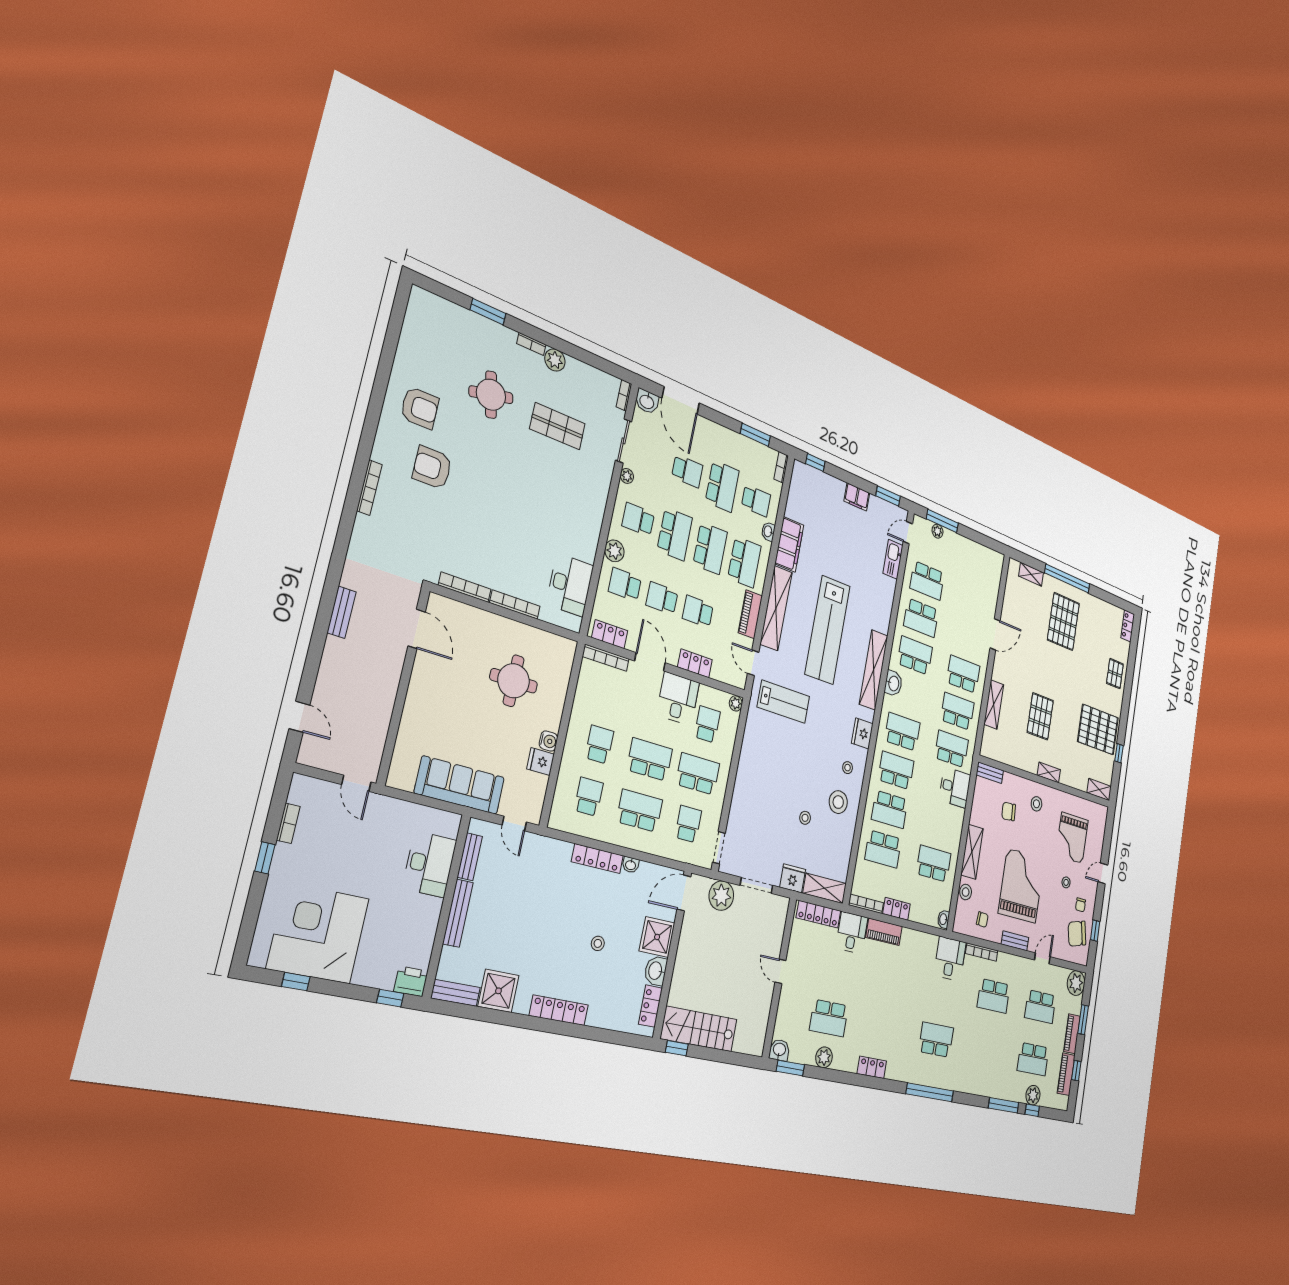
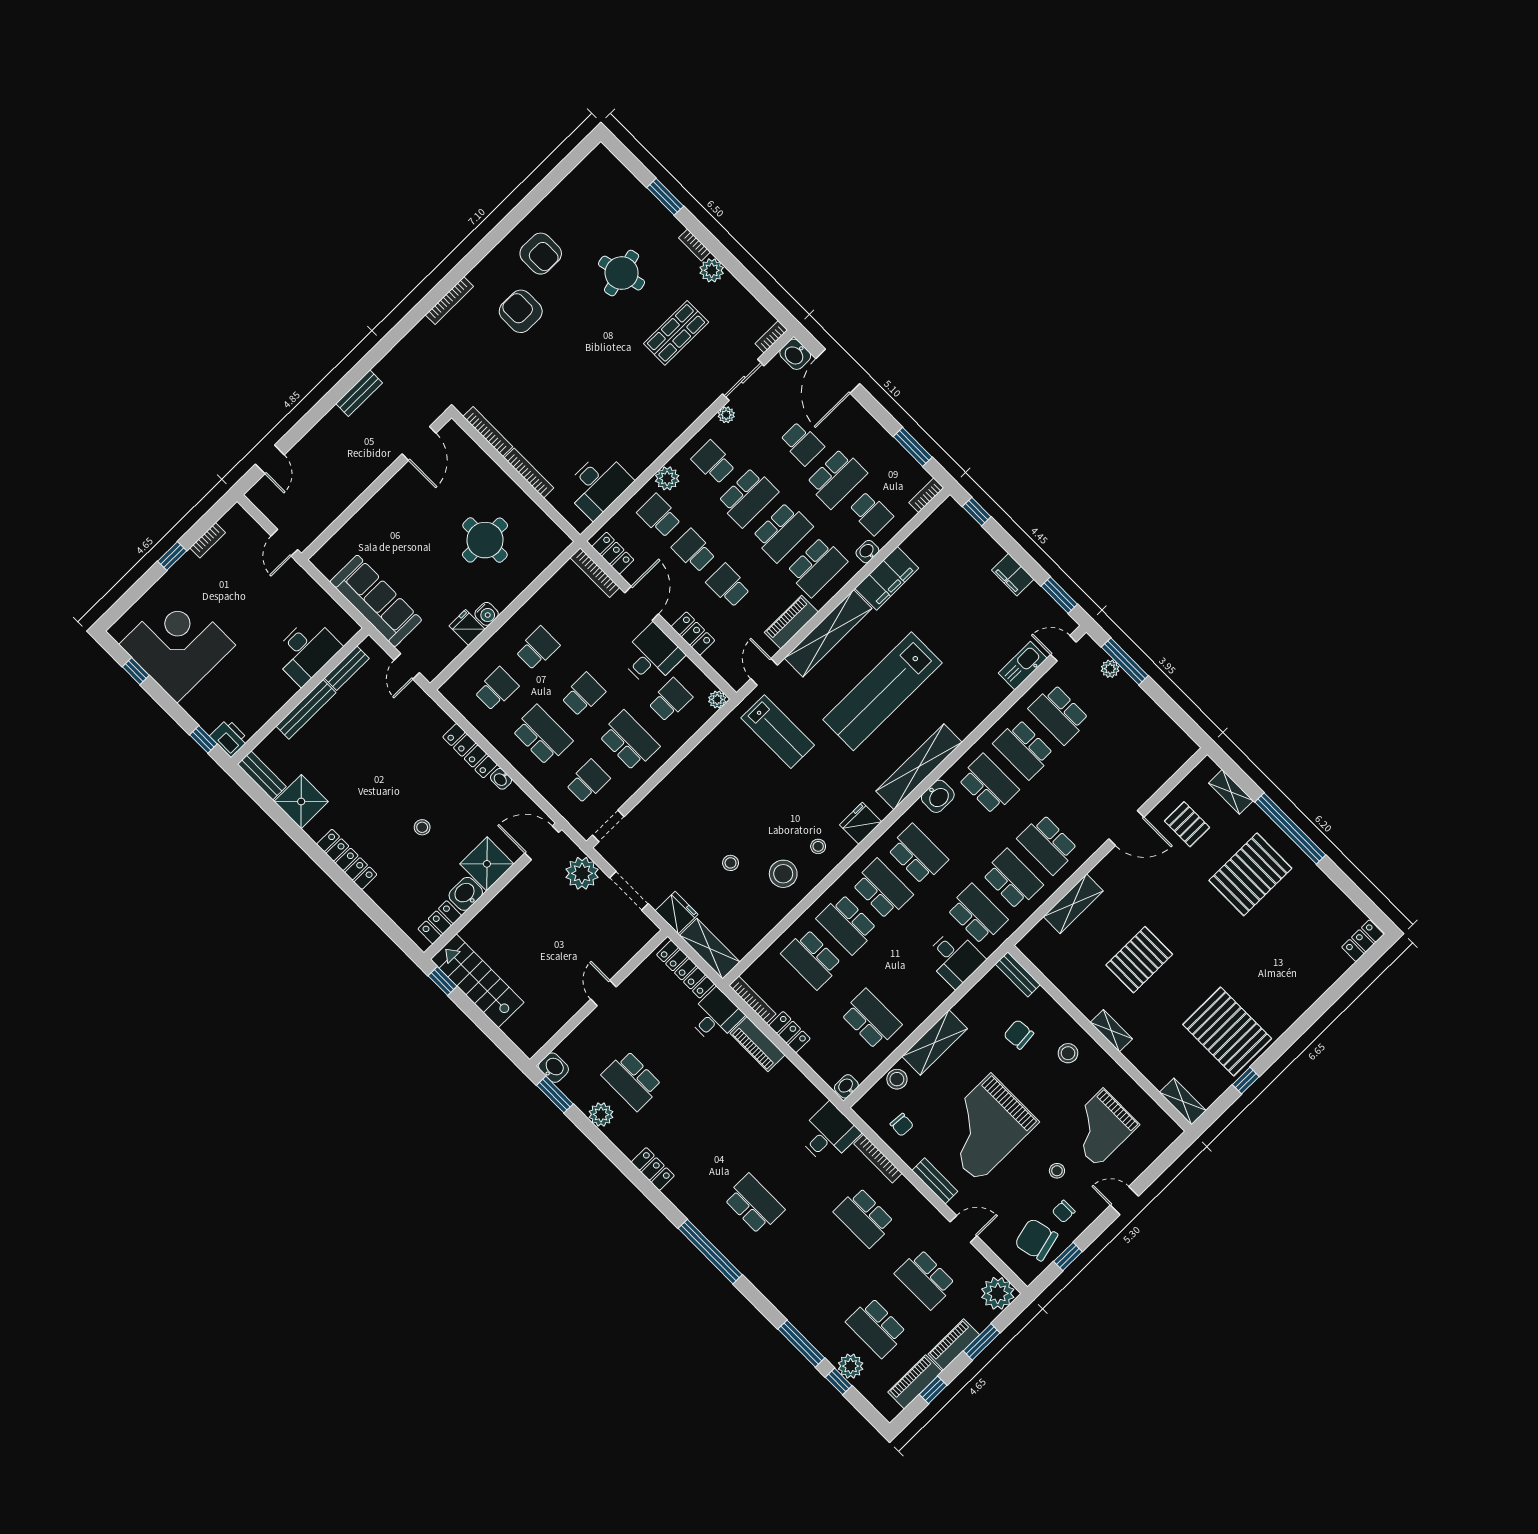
shop shelf: (557, 426) -> (676, 333), turned 90
school desk: (963, 674) -> (1048, 844), turned 180
pallet: (1115, 674) -> (1187, 824), moved, turned 90
school desk: (650, 759) -> (583, 695), width x0.54
grand piano: (1021, 886) -> (984, 1128), turned 180

